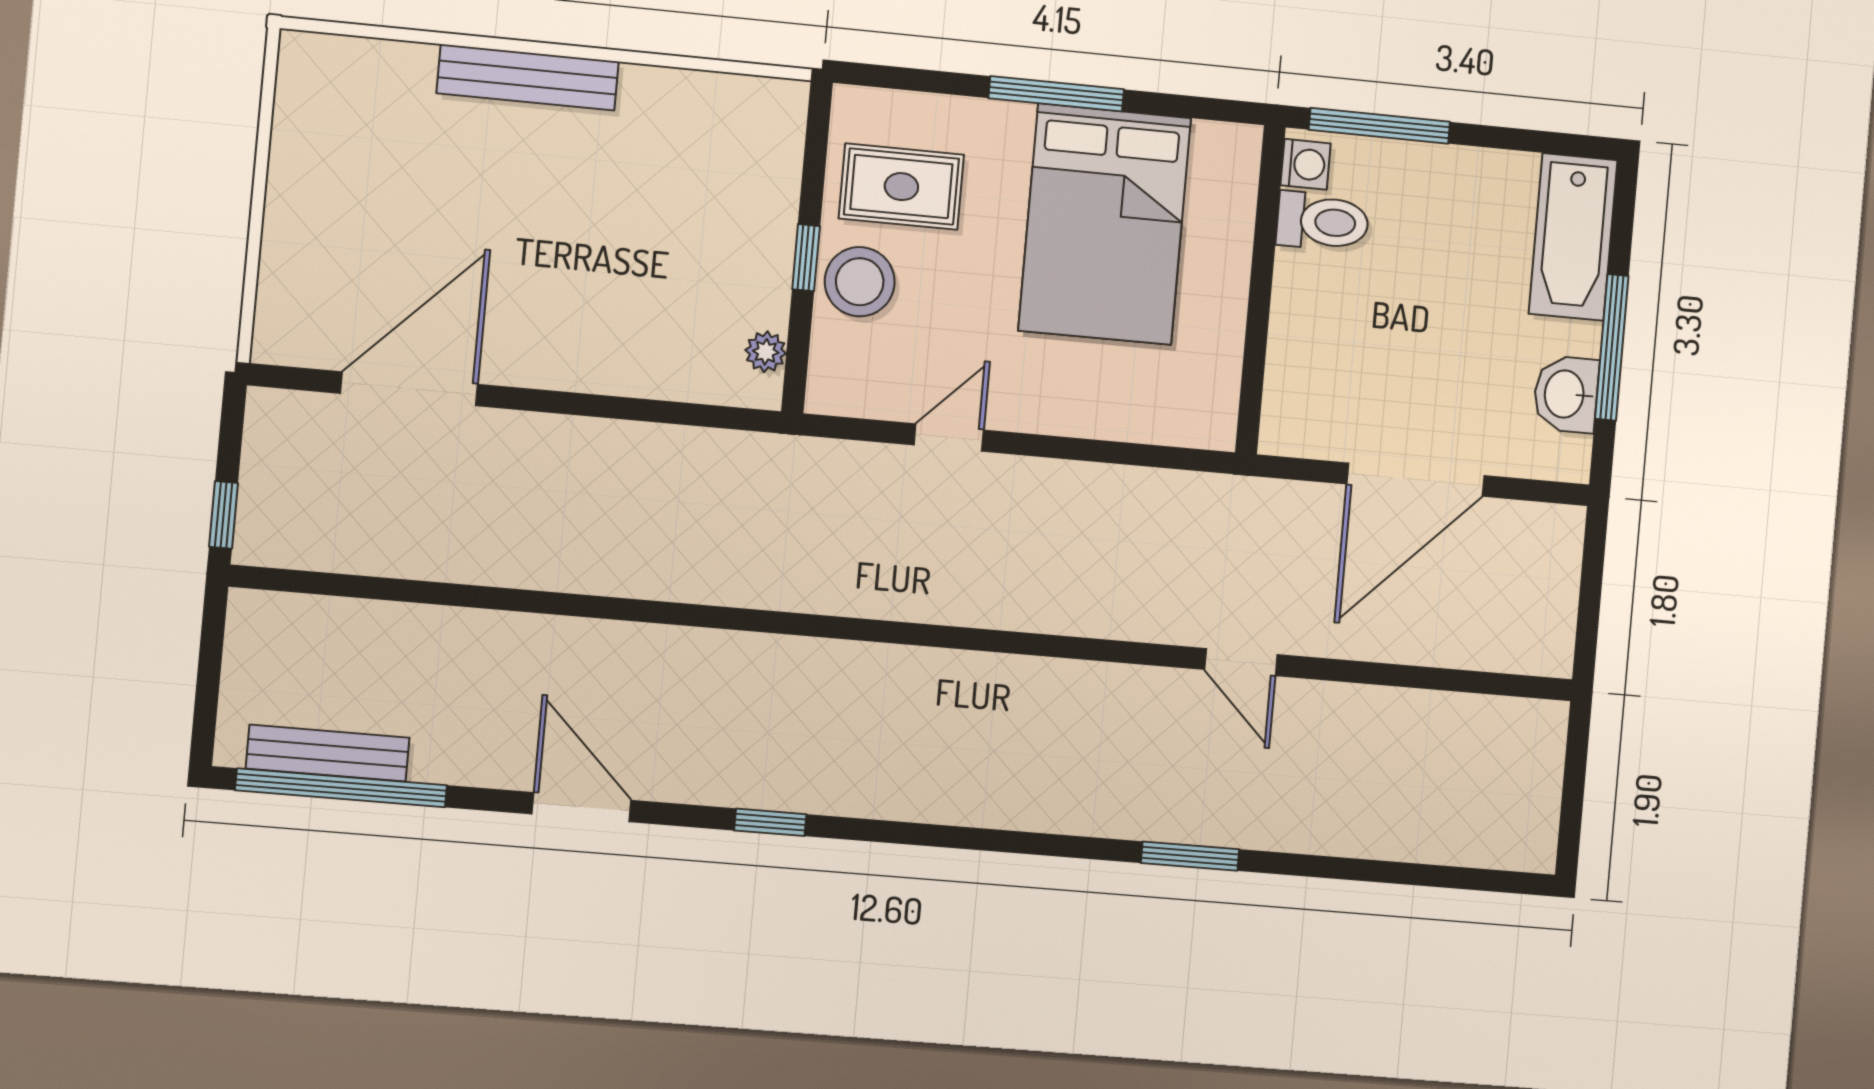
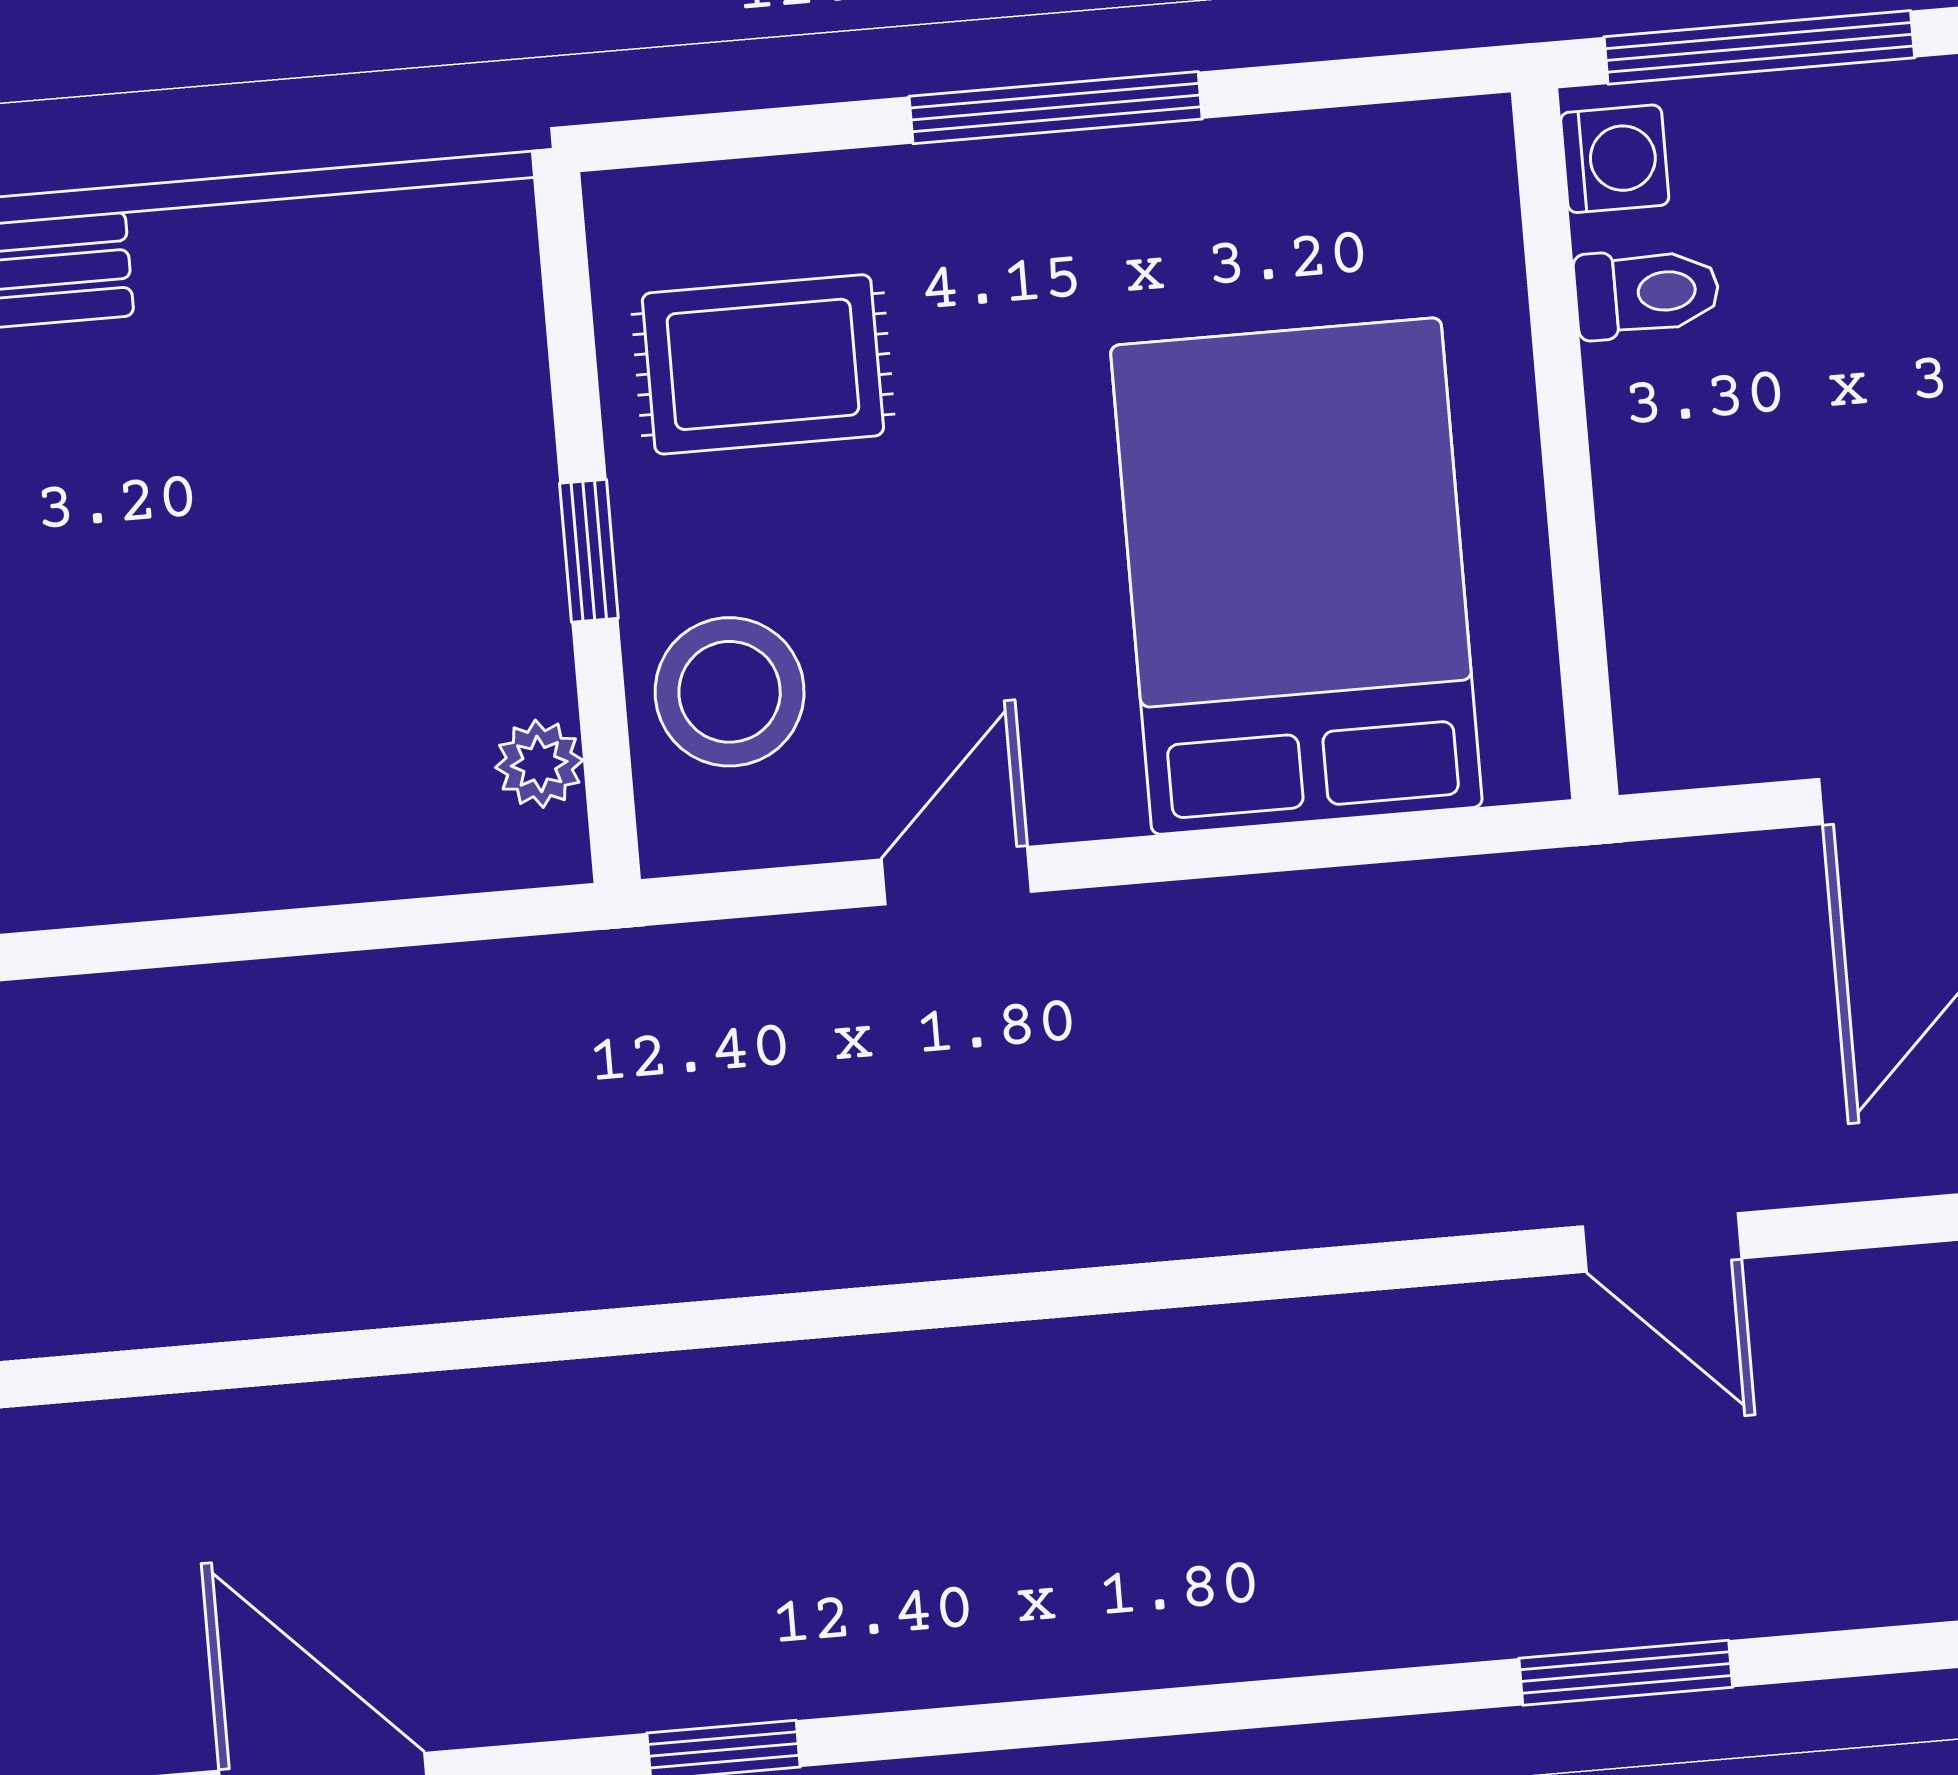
toilet: (1323, 222) -> (1647, 293), width x0.73, depth x0.72
bed: (1105, 224) -> (1296, 576), moved, turned 180
stool: (860, 282) -> (730, 692), moved

